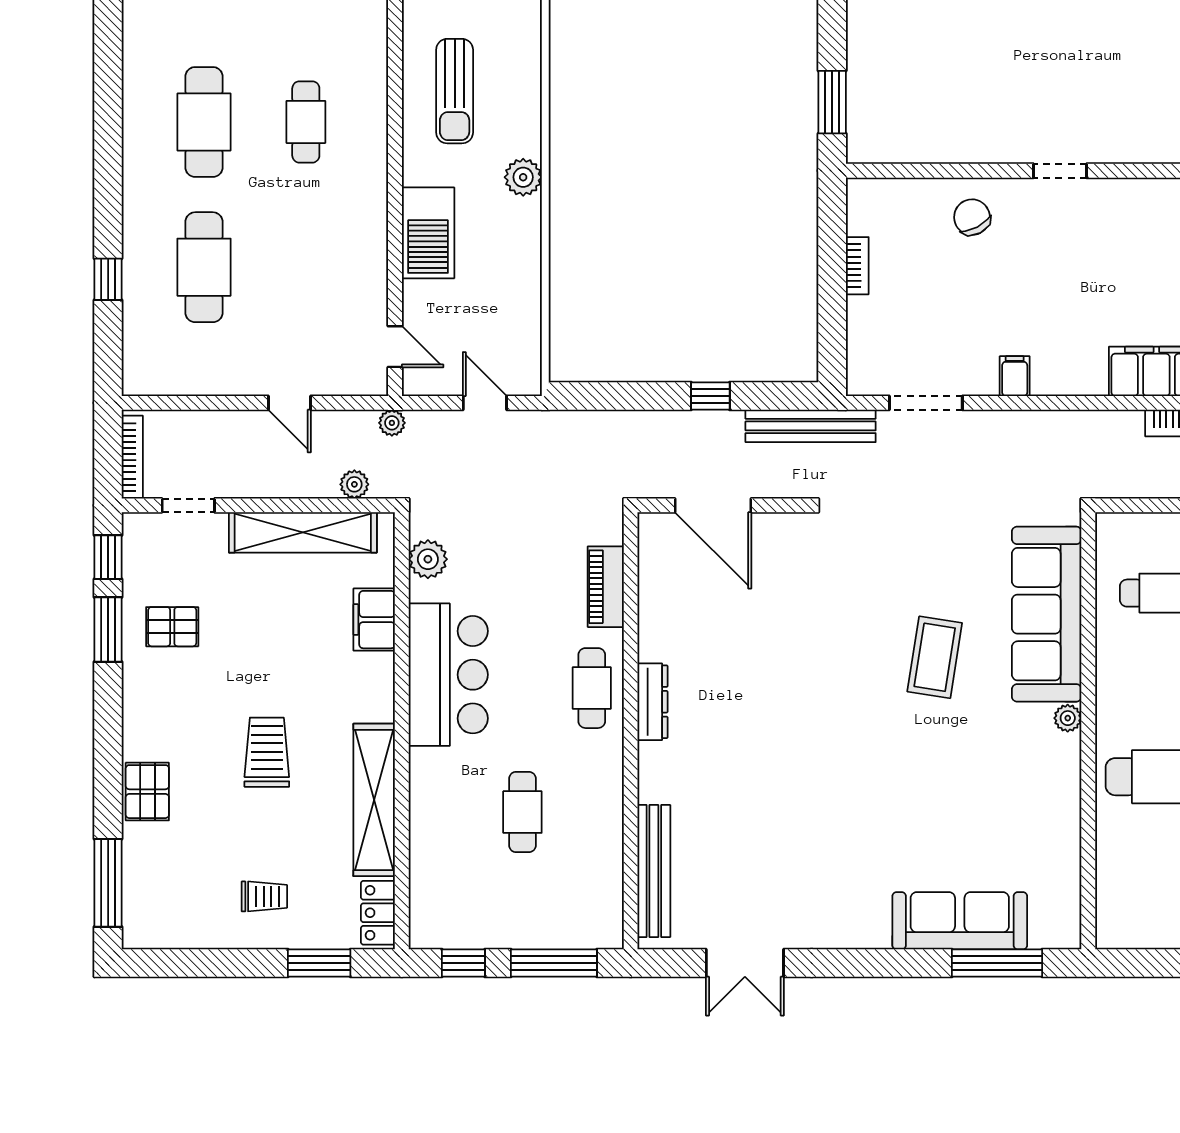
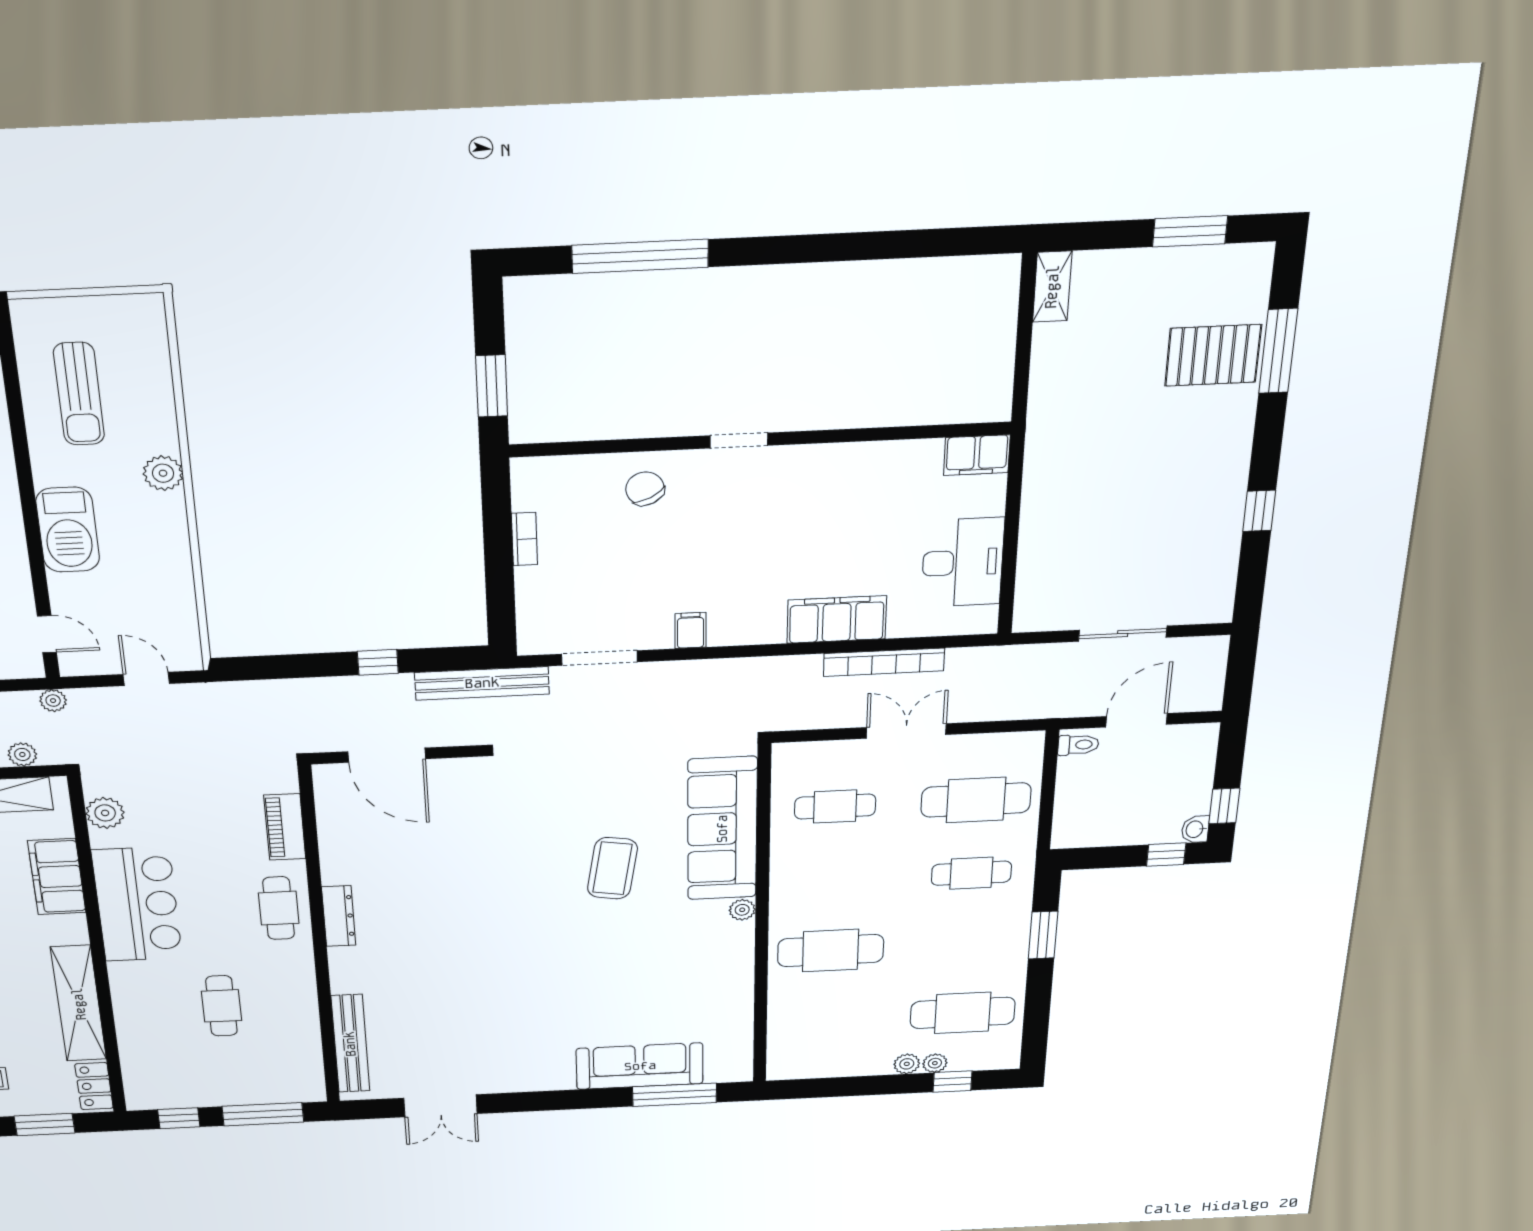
filing cabinet: (374, 620) -> (57, 877), width x1.50, depth x1.17

